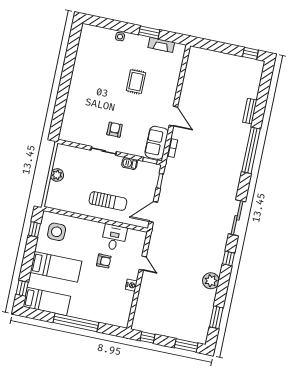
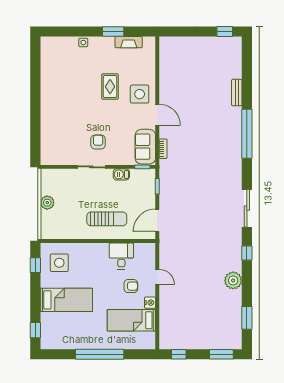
side table: (161, 94) -> (140, 94), added
armchair: (104, 261) -> (131, 286), moved
bed: (47, 301) -> (131, 320), moved, turned 180

